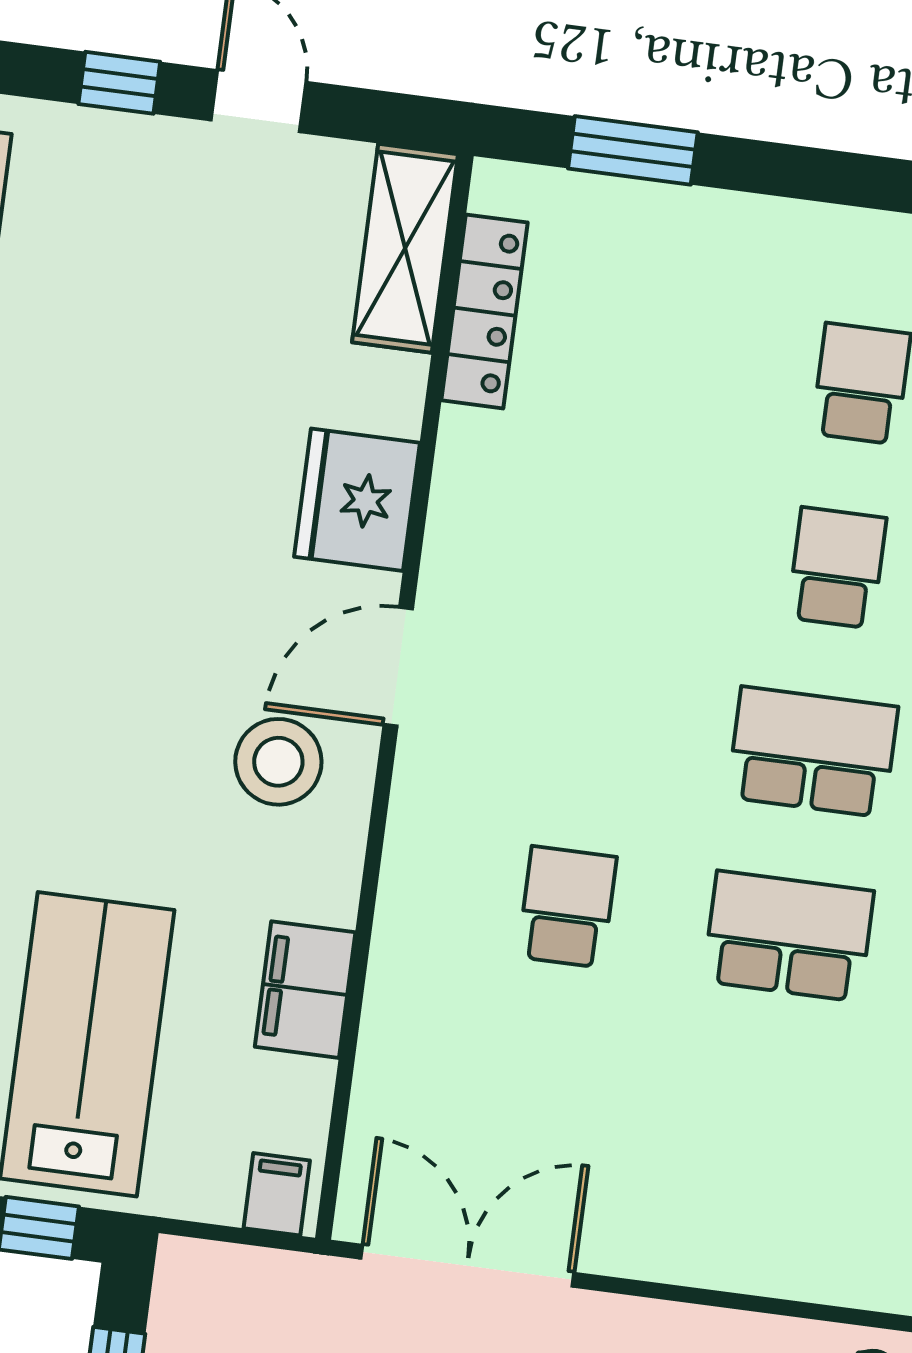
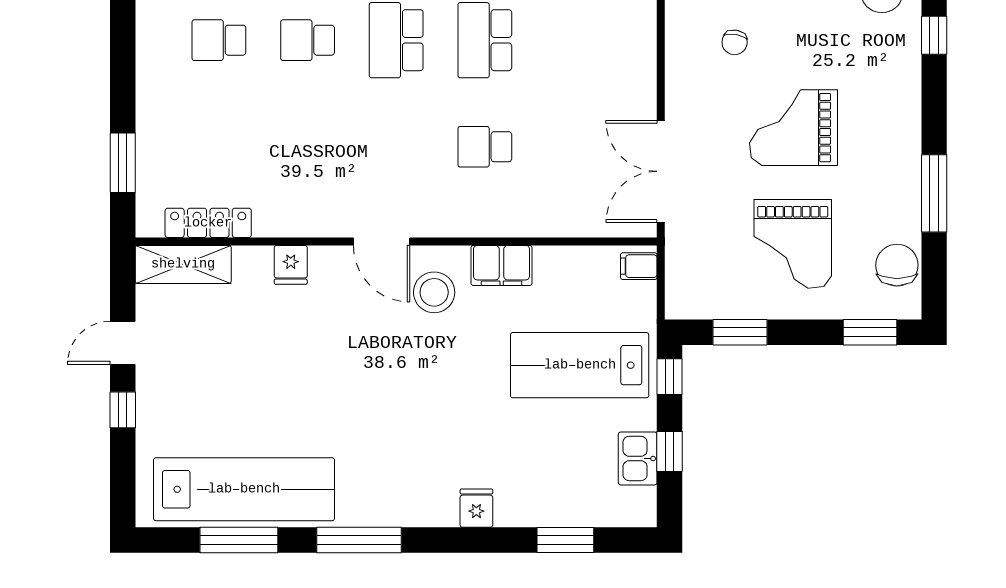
fridge: (357, 500) -> (291, 265), width x0.53, depth x0.75
filing cabinet: (305, 990) -> (502, 265), moved

